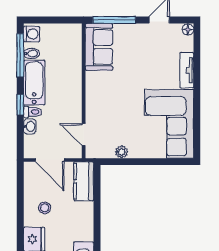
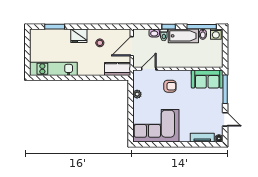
tv unit: (187, 70) -> (202, 138), moved
armchair: (110, 103) -> (170, 86), added

